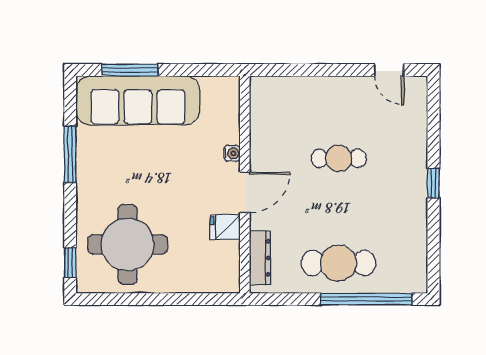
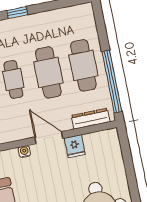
cafe table: (339, 211) -> (48, 72), added
window: (366, 299) -> (112, 82), moved

